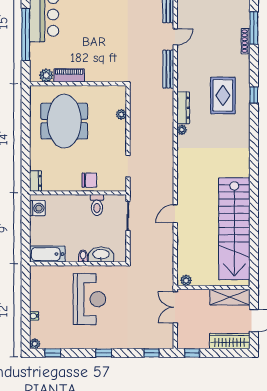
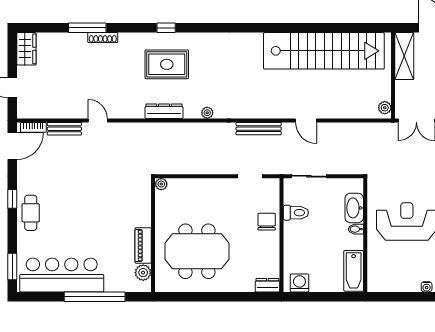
bench: (168, 69) -> (259, 129), moved
dresser: (183, 108) -> (164, 111), moved
plant: (121, 114) -> (161, 184), moved

